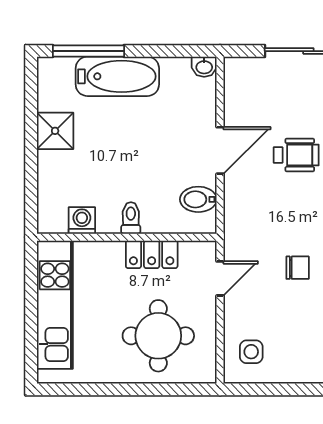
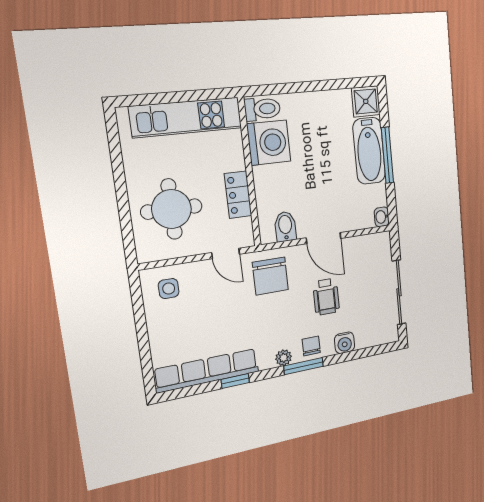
window: (88, 51) -> (387, 155), moved
shower: (55, 131) -> (366, 101), moved
toilet: (131, 218) -> (262, 109), moved, width x1.37, depth x1.39
washing machine: (82, 220) -> (269, 143), width x1.89, depth x1.89
chair: (298, 268) -> (270, 276), moved, width x1.87, depth x1.87

